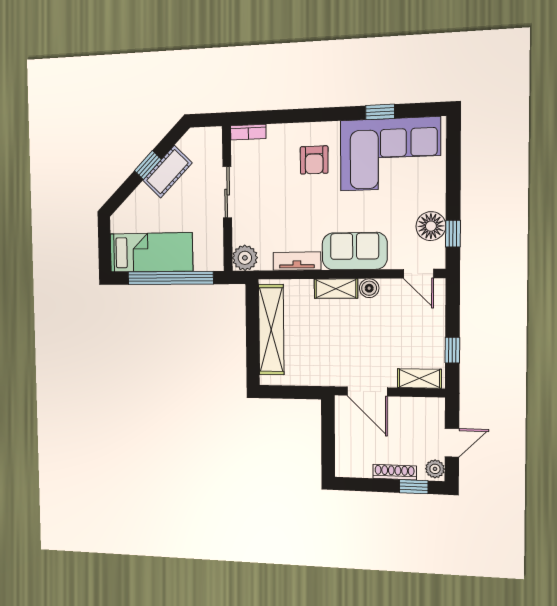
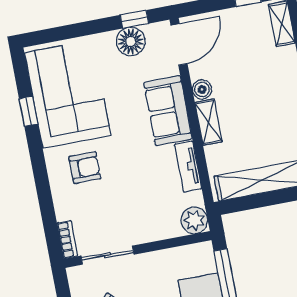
sliding door: (227, 192) -> (107, 255), moved
door: (418, 274) -> (179, 44), width x1.38

